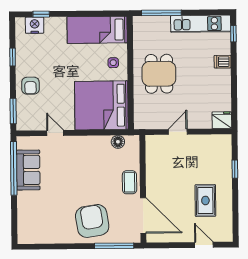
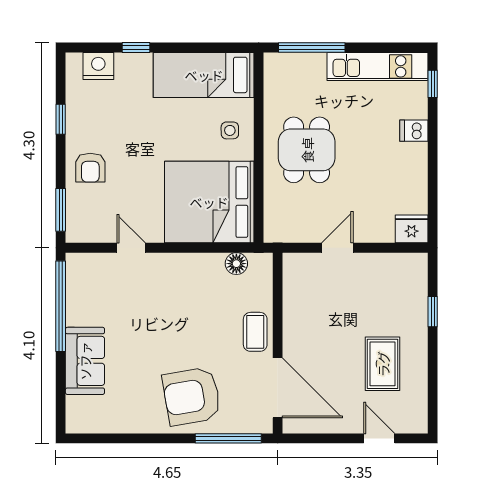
window: (41, 14) -> (136, 48), moved
sofa: (28, 170) -> (85, 361), moved
armchair: (92, 221) -> (192, 396), turned -91

